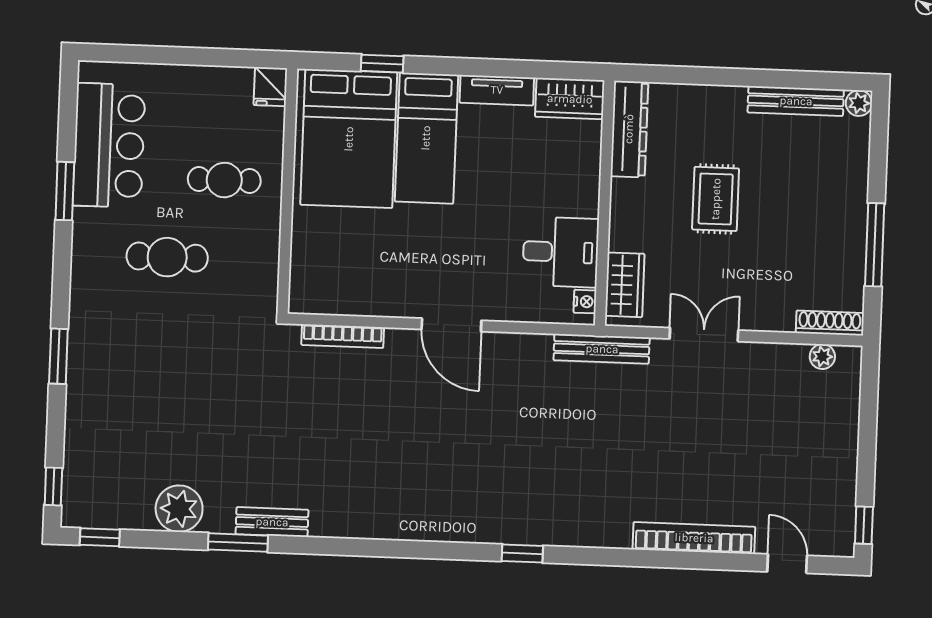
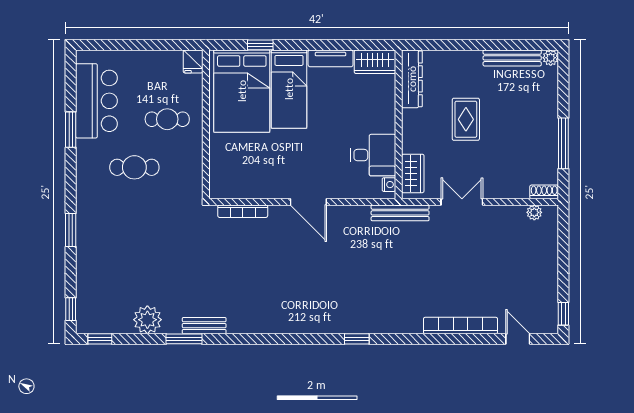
shoe rack: (830, 323) -> (544, 192), width x0.70

